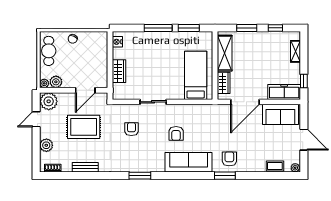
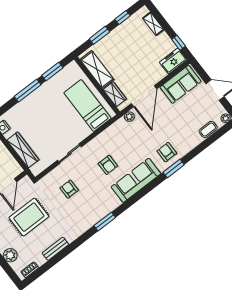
wardrobe: (119, 71) -> (23, 150), width x1.50
freezer: (284, 92) -> (173, 61), width x0.71
plant: (221, 109) -> (129, 117), added

